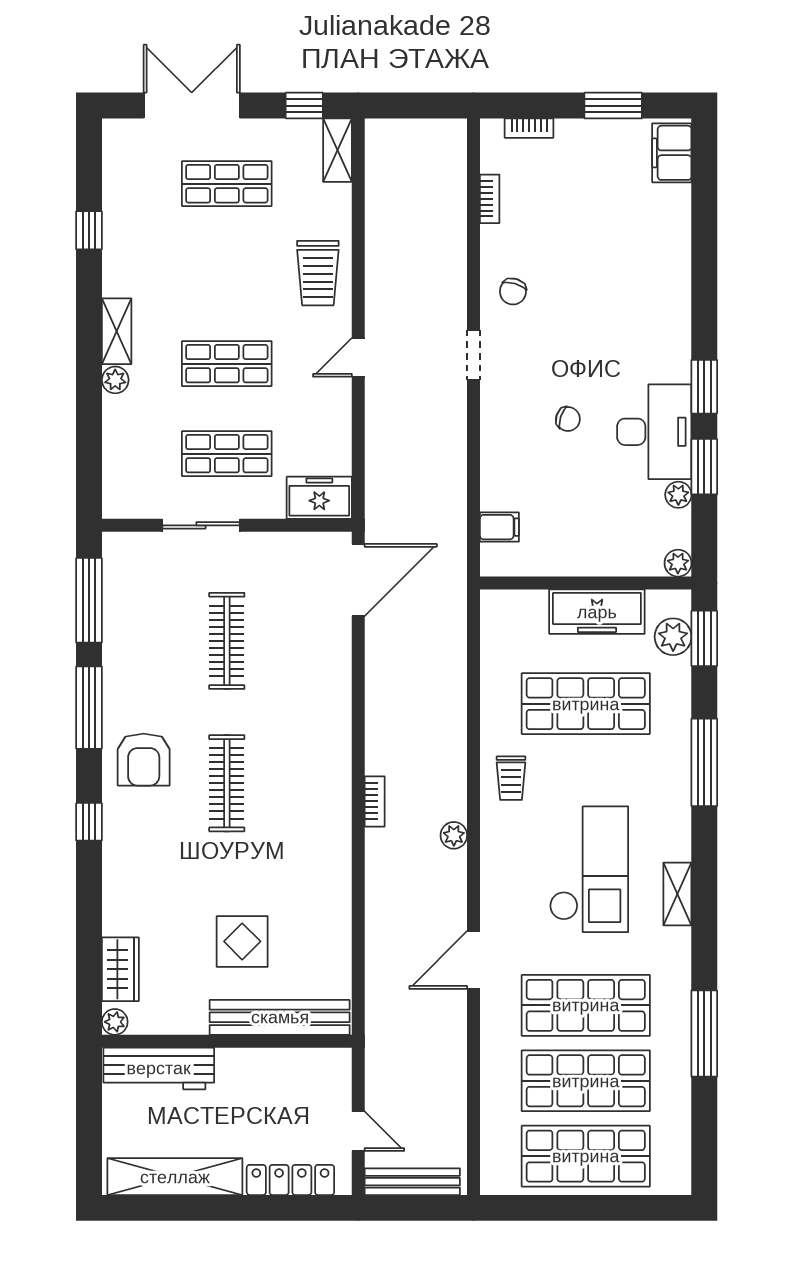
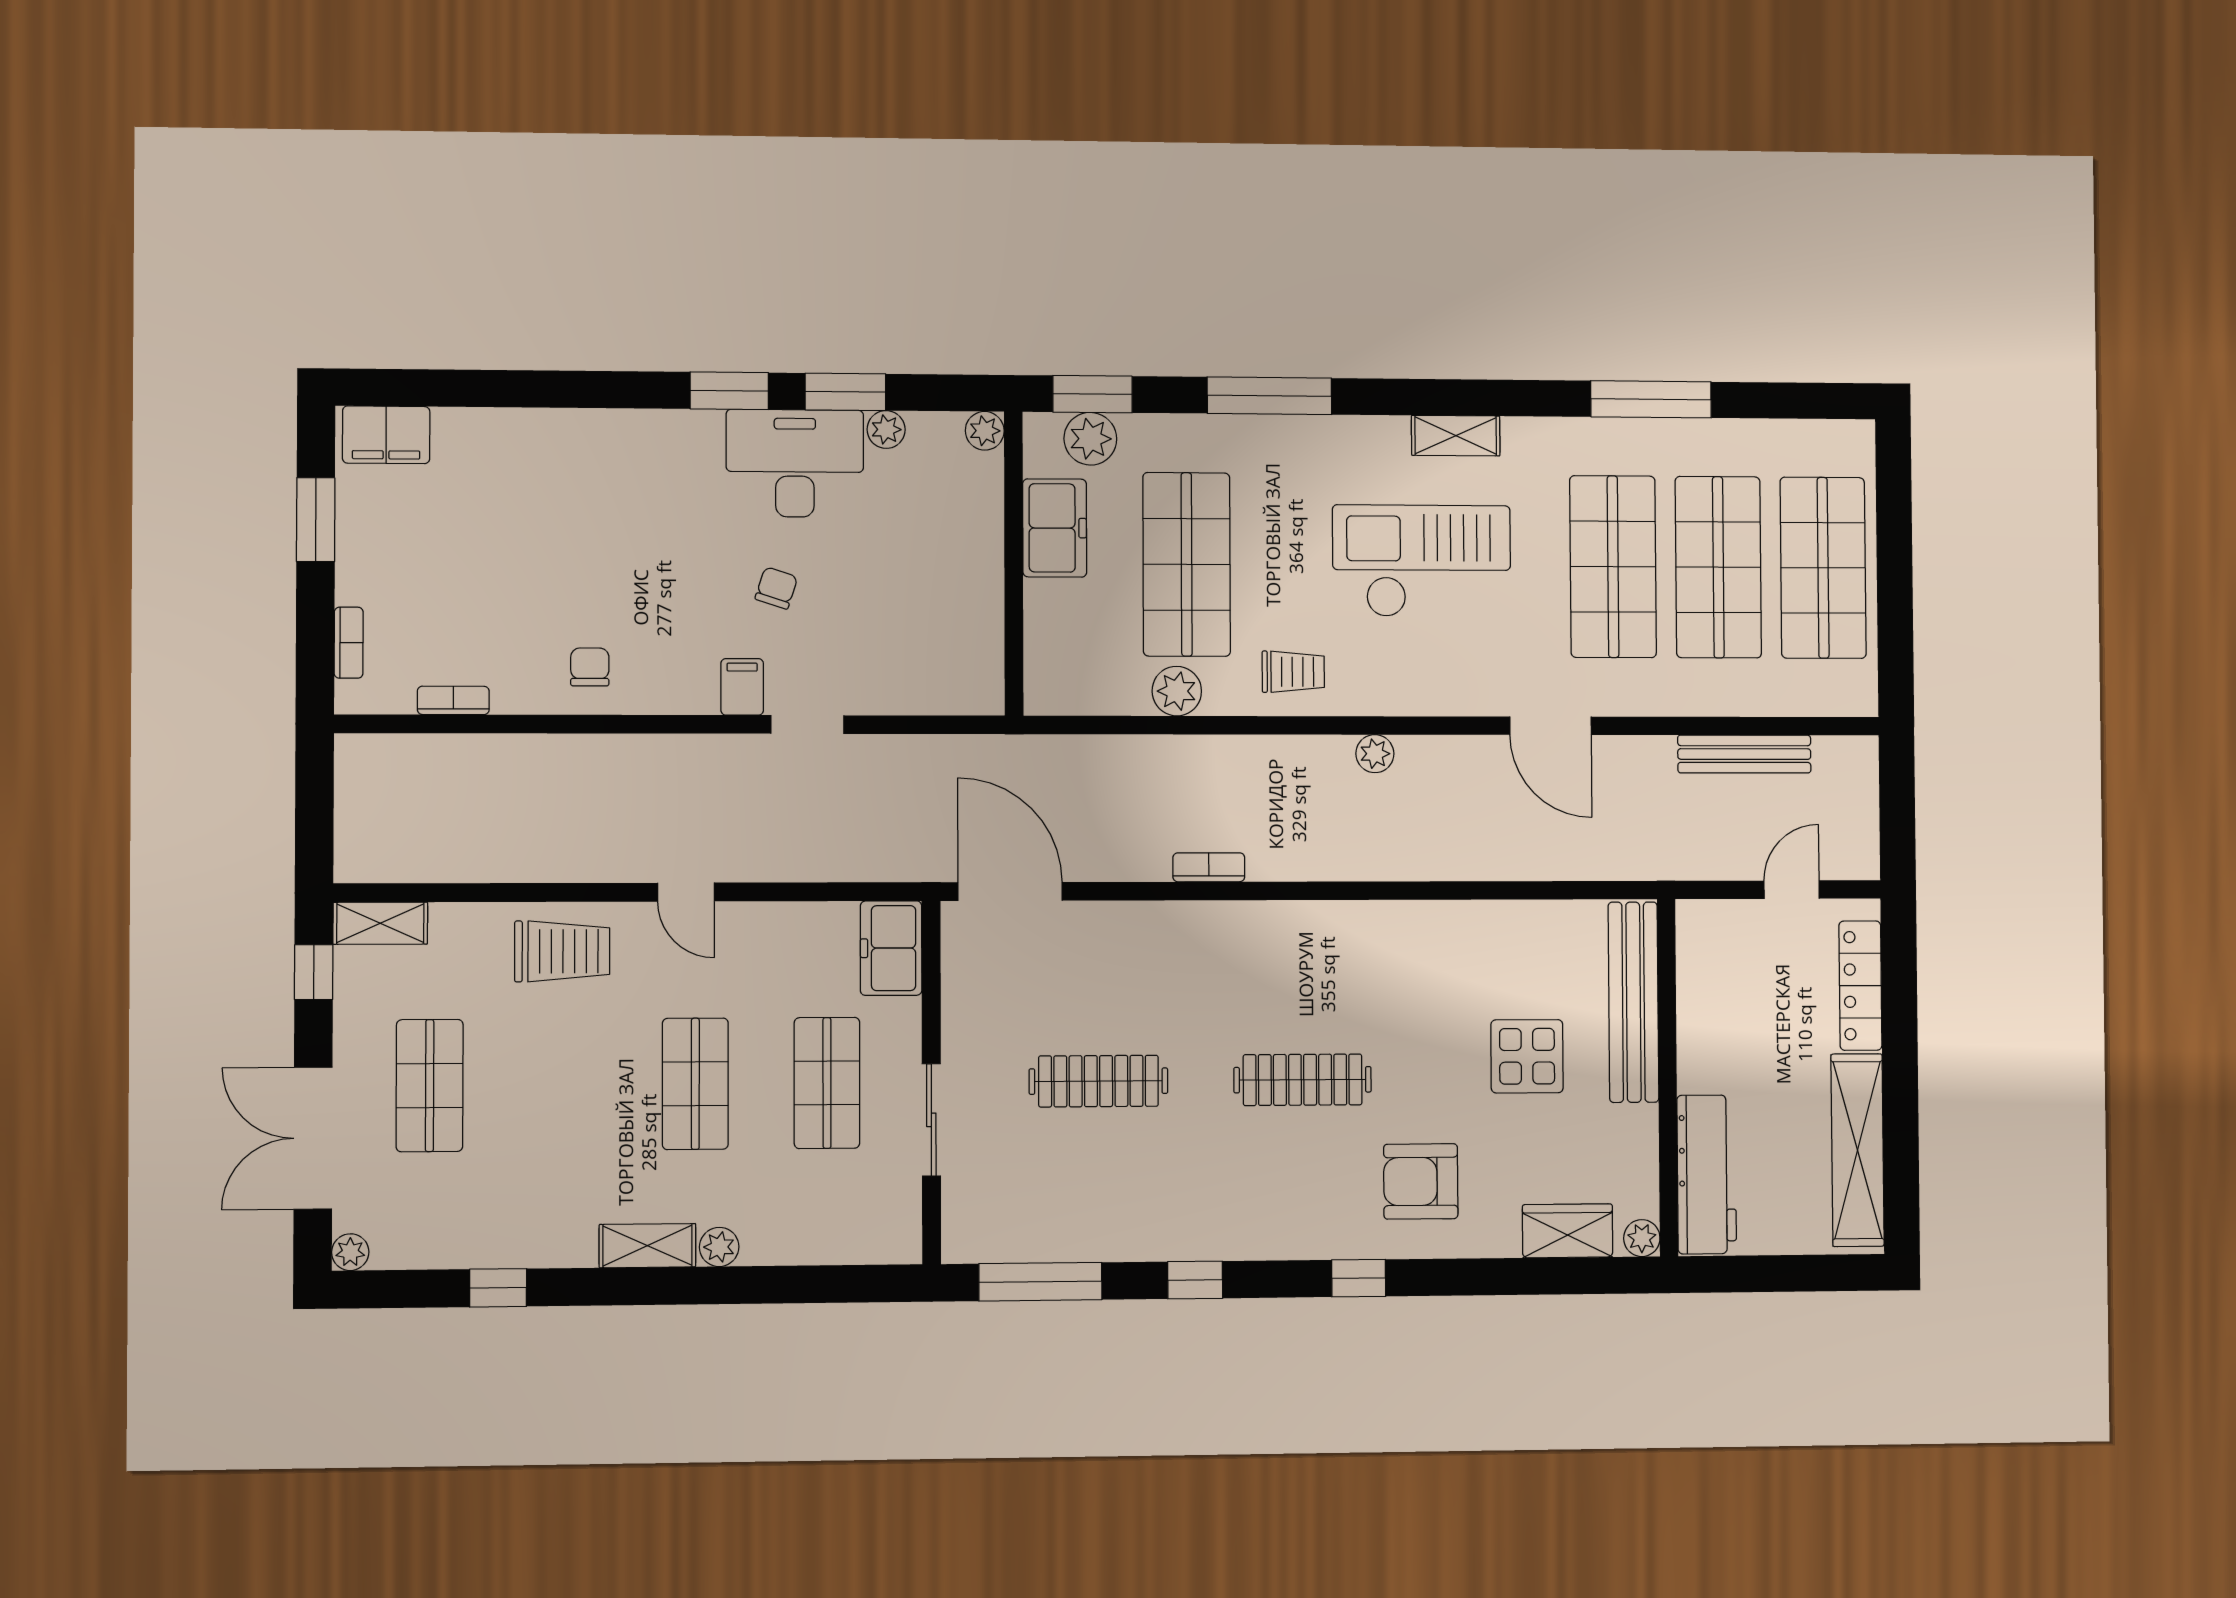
plant: (114, 131) -> (350, 1252), added
chair: (513, 291) -> (590, 667), turned -107
doorway: (474, 355) -> (807, 725), moved
filing cabinet: (499, 527) -> (742, 687), moved
freezer: (597, 612) -> (1055, 528), width x0.71
plant: (497, 696) -> (1177, 691), added
window: (89, 708) -> (1195, 1280), width x0.46
armchair: (144, 760) -> (1421, 1181), moved, turned 180
bookcase: (375, 801) -> (1209, 867), moved
bench: (412, 1182) -> (1744, 754), moved, turned 90

